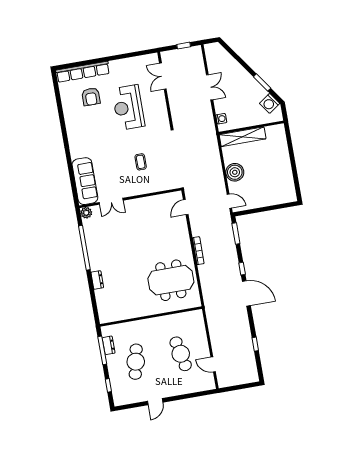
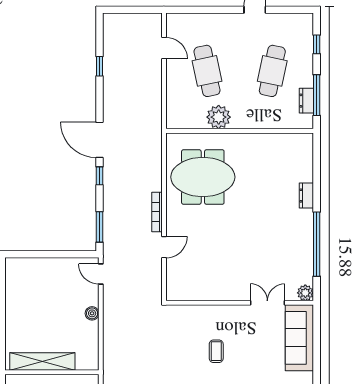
shelving: (243, 137) -> (42, 362), moved
boiler: (235, 172) -> (92, 313), width x0.54, depth x0.54
door: (186, 207) -> (164, 247), moved
plant: (167, 323) -> (219, 117), added

